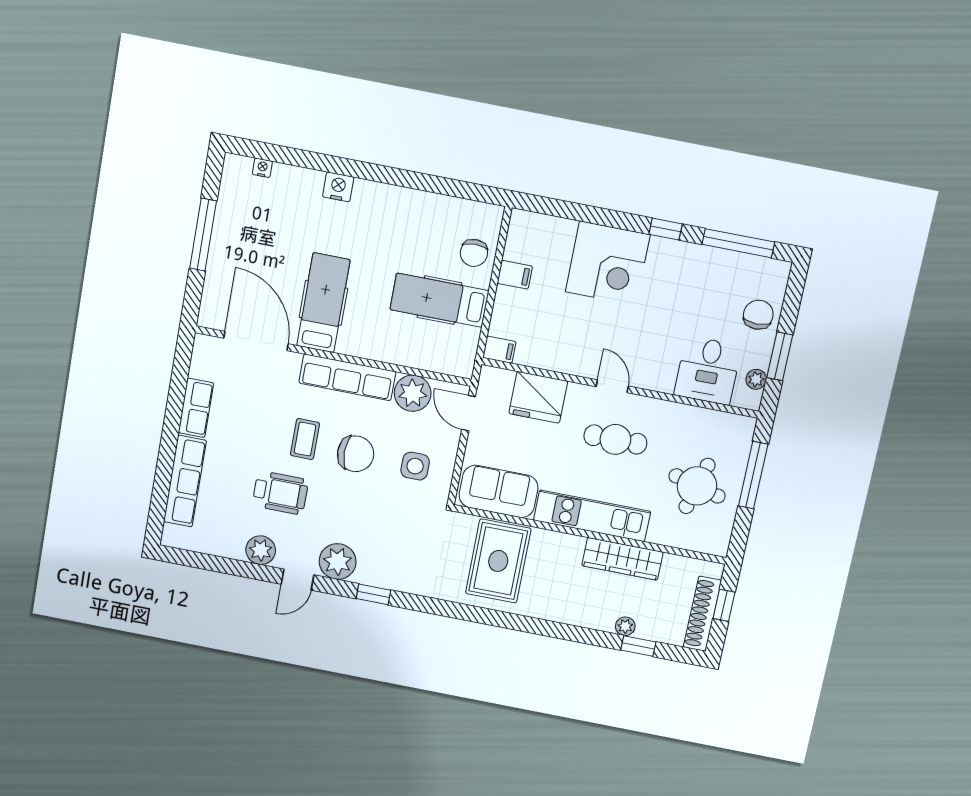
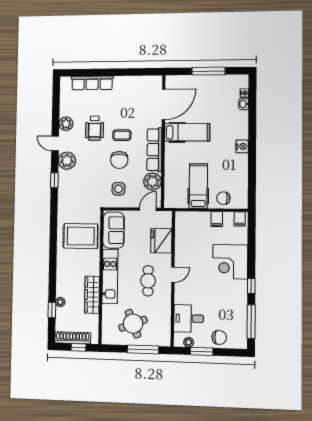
washbasin: (285, 174) -> (244, 104), added
nightstand: (338, 187) -> (242, 146), moved
filing cabinet: (499, 350) -> (240, 219), moved
row of seats: (196, 408) -> (127, 82), removed
round table: (697, 486) -> (133, 324), turned -36

